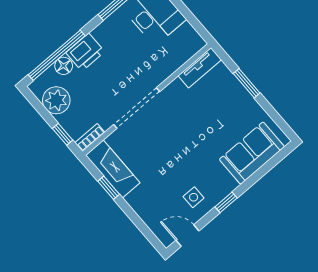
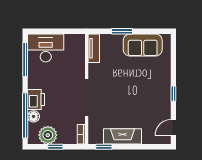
window: (63, 134) -> (55, 147), moved
sofa: (252, 153) -> (143, 45), moved, turned -90
fireplace: (113, 169) -> (122, 136), moved
window: (109, 188) -> (104, 147), moved
side table: (194, 197) -> (157, 108), removed

